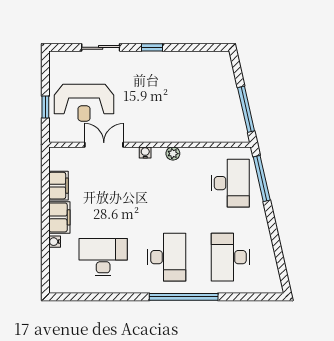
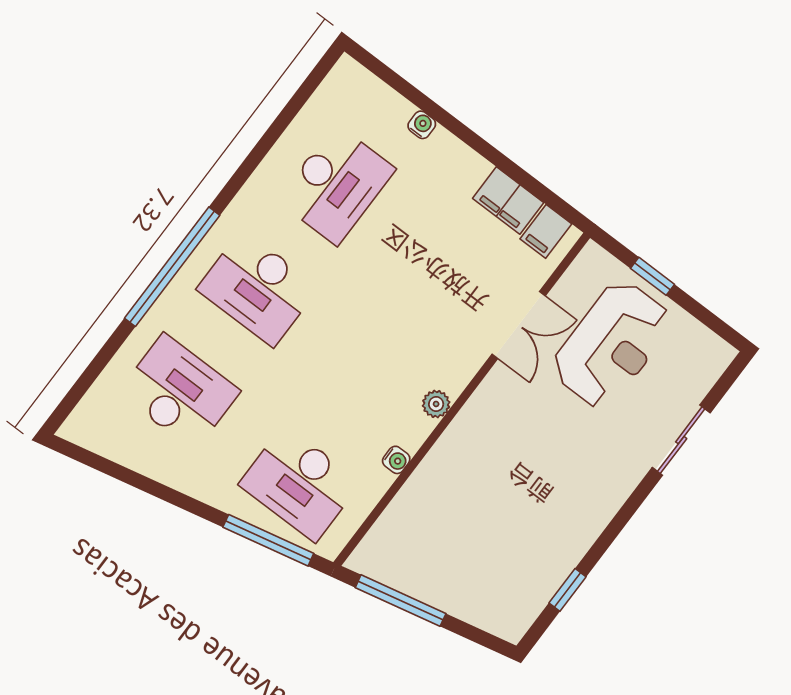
window: (152, 47) -> (567, 590), moved
reception desk: (84, 103) -> (612, 345), turned 180
water cooler: (145, 152) -> (396, 460), moved
plant: (173, 154) -> (436, 404), moved
filing cabinet: (59, 217) -> (546, 231), moved, width x0.50

